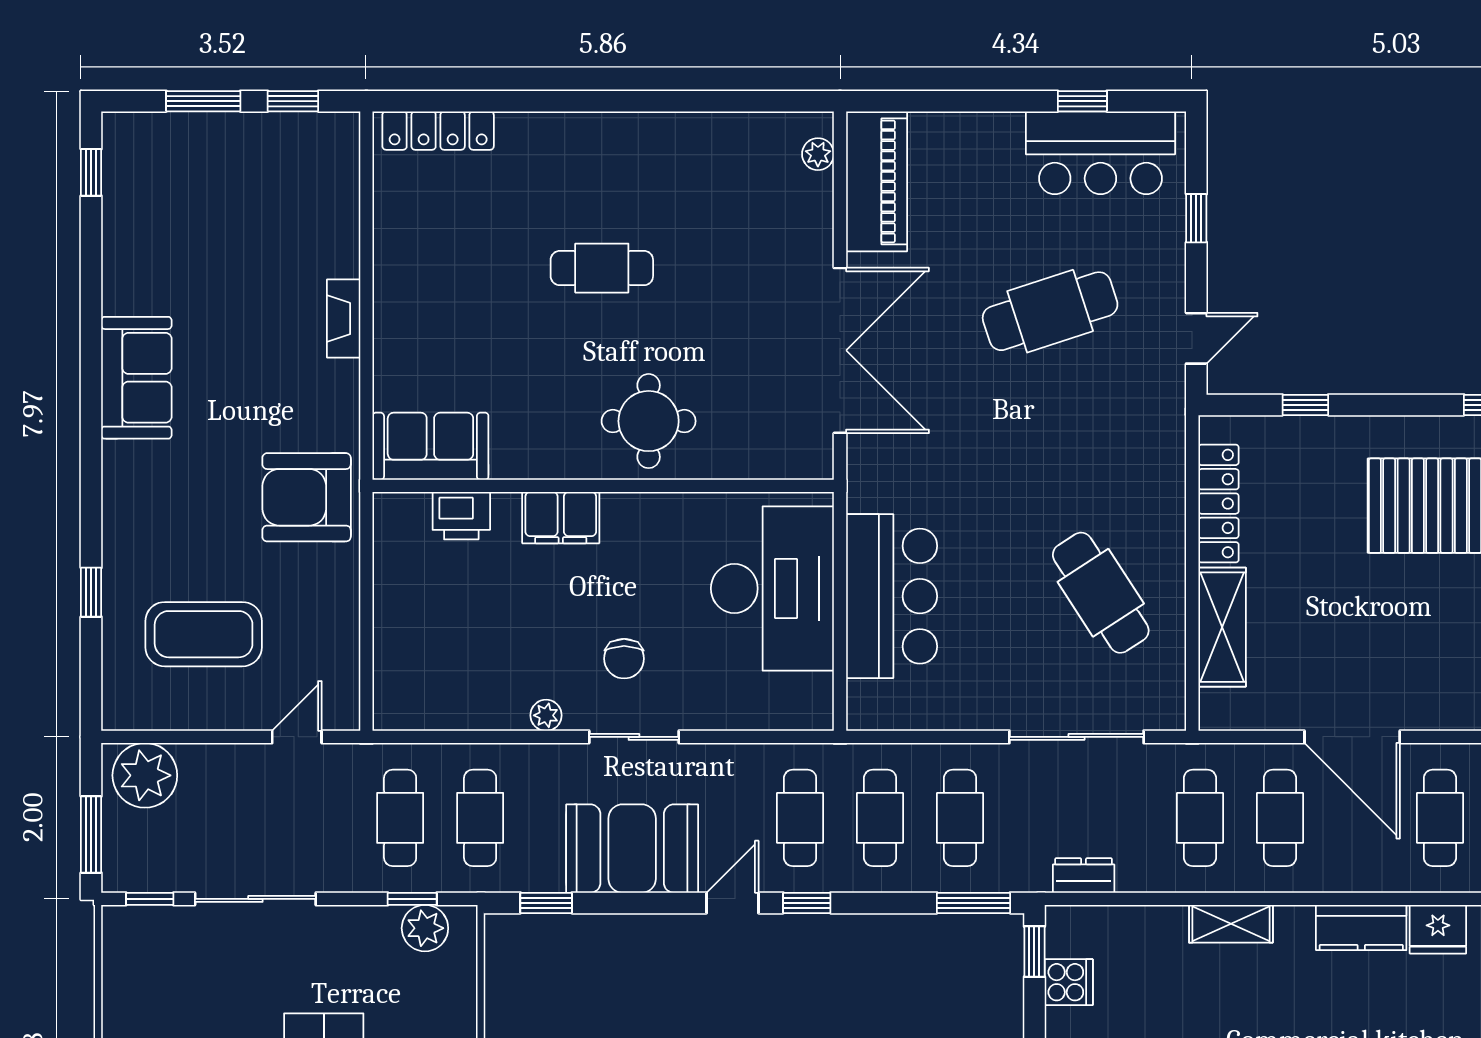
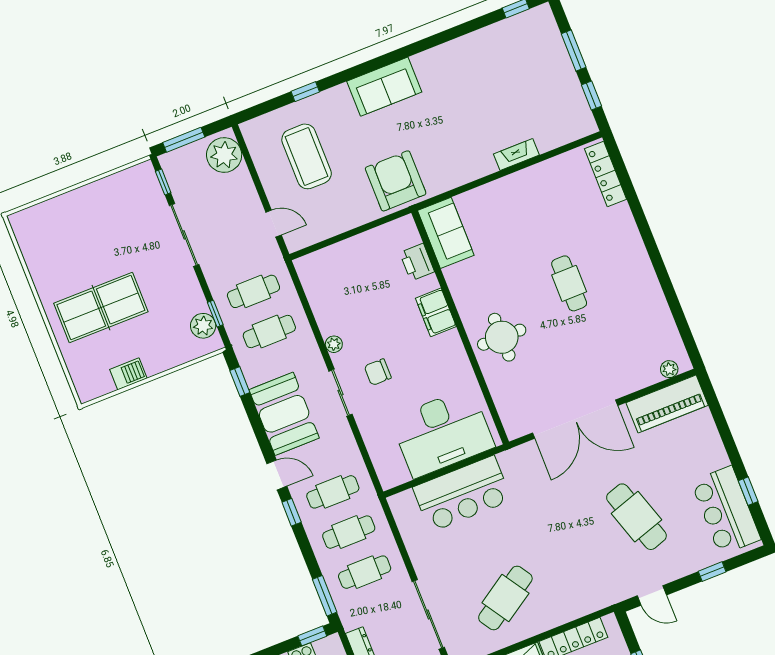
fireplace: (344, 319) -> (516, 155), moved
sofa: (136, 378) -> (384, 87), moved

